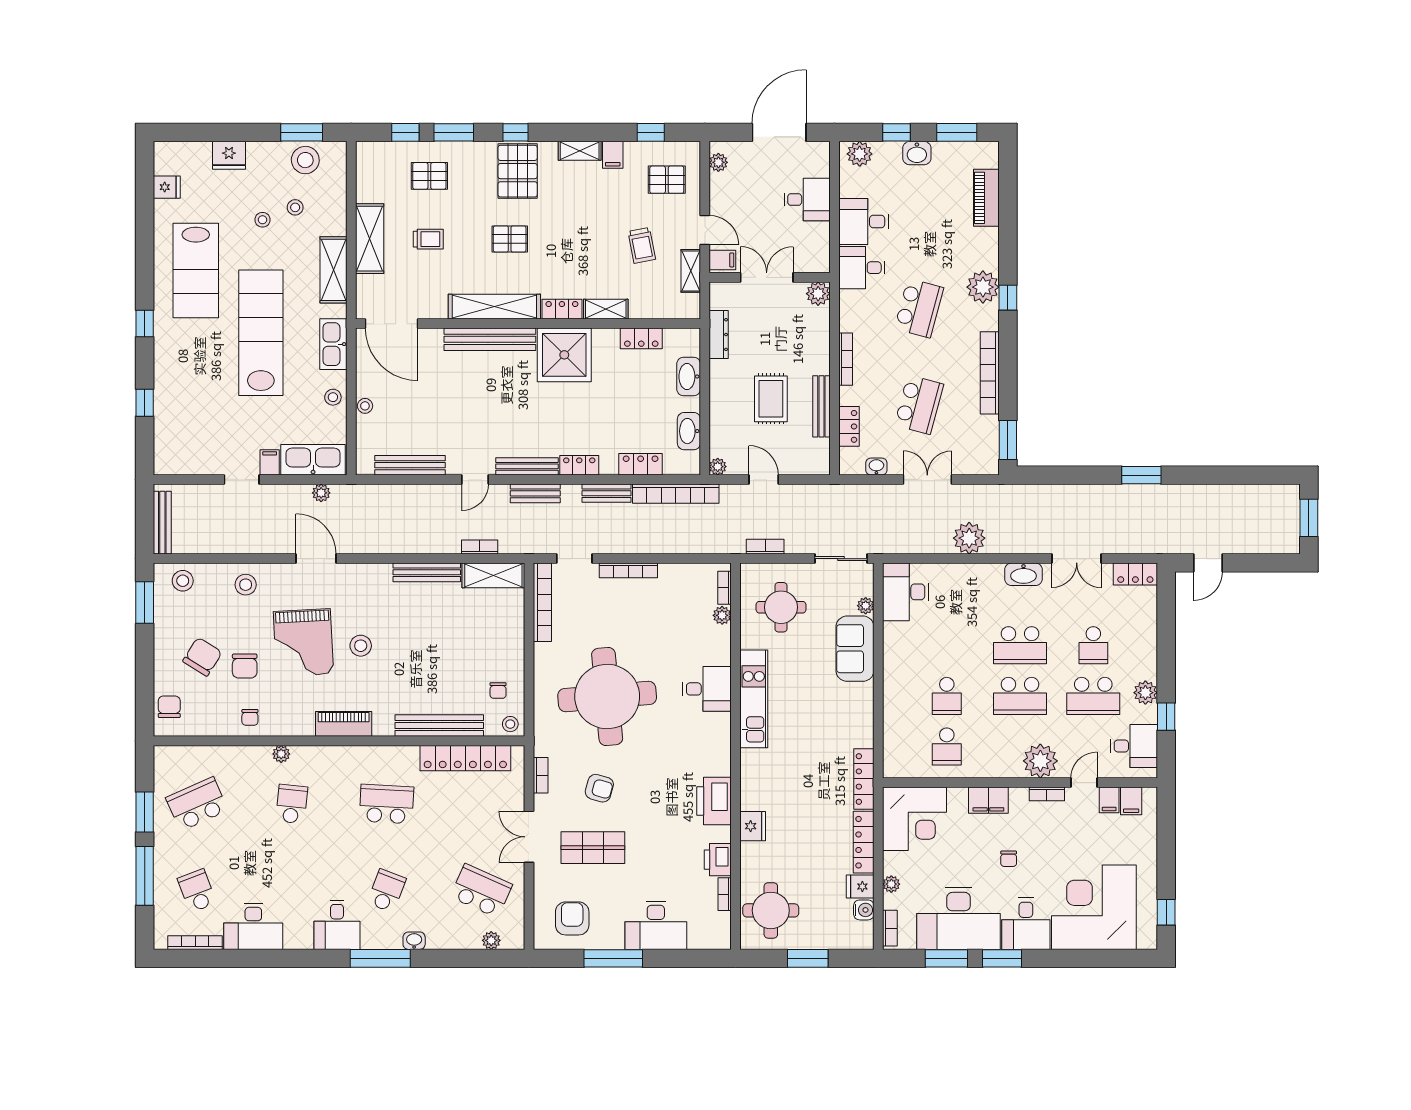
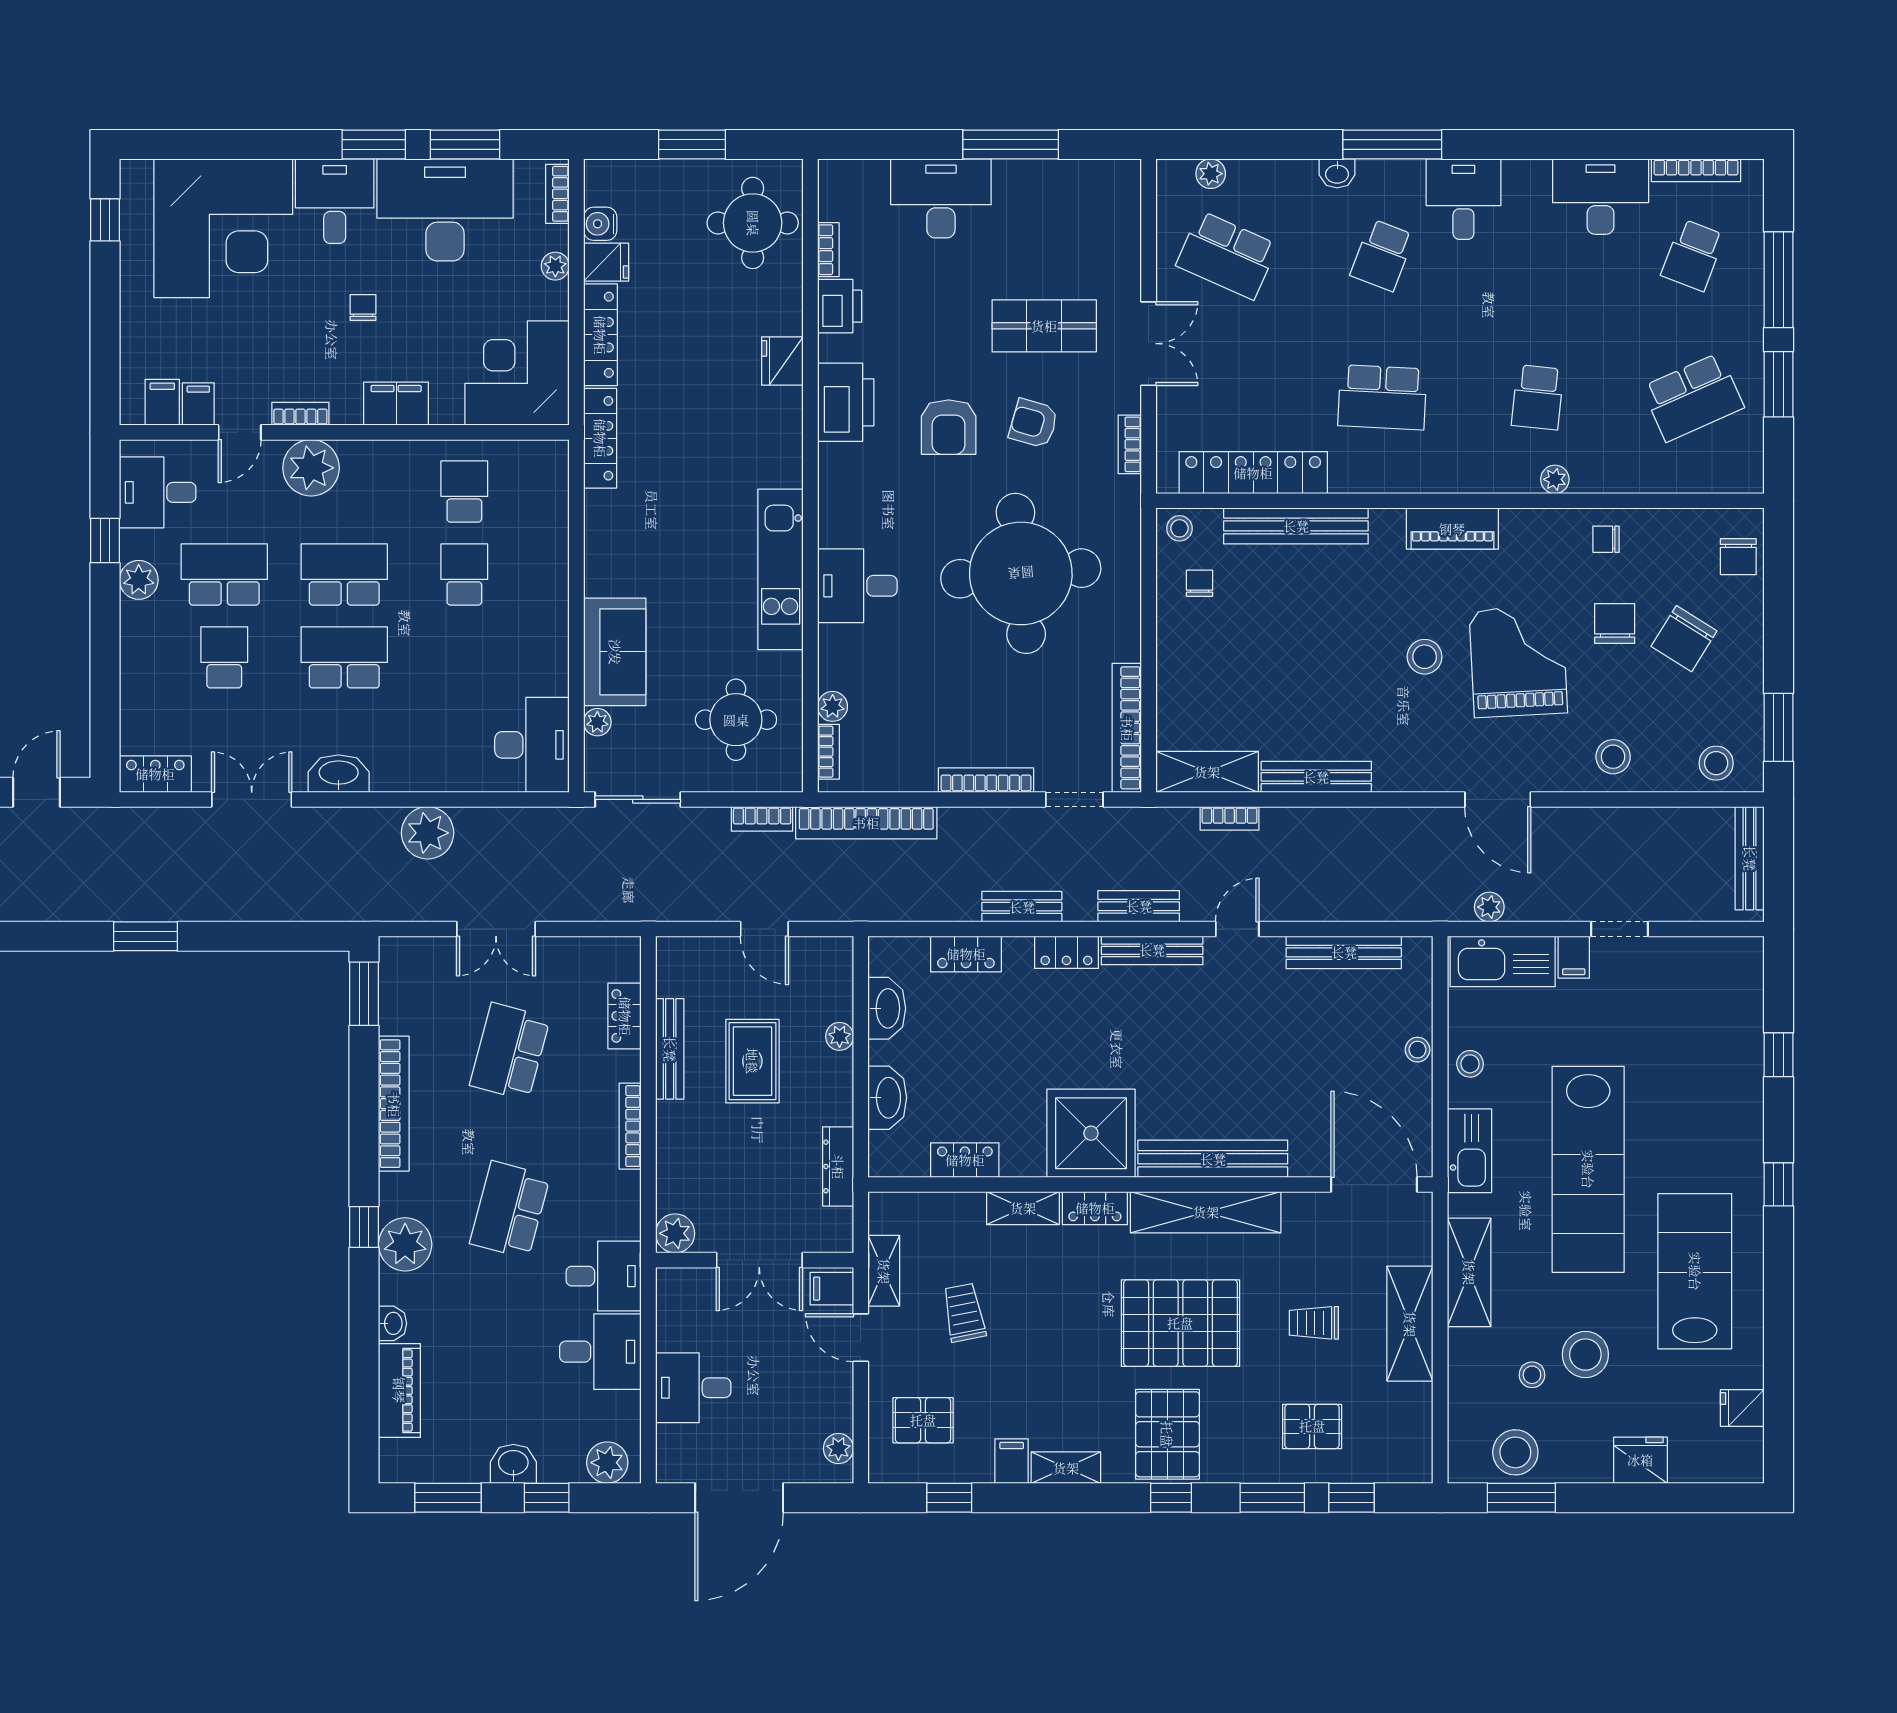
stool: (262, 220) -> (1585, 1355), width x1.89, depth x1.89
pallet: (510, 239) -> (1180, 1323), width x2.05, depth x2.00
plant: (718, 467) -> (840, 1036), moved
washbasin: (876, 467) -> (392, 1323), moved, turned -90
bookcase: (676, 494) -> (866, 823), moved, turned 180
chair: (250, 717) -> (1606, 539), turned -90
school desk: (197, 891) -> (1693, 255), turned 42
armchair: (572, 918) -> (949, 427), moved

